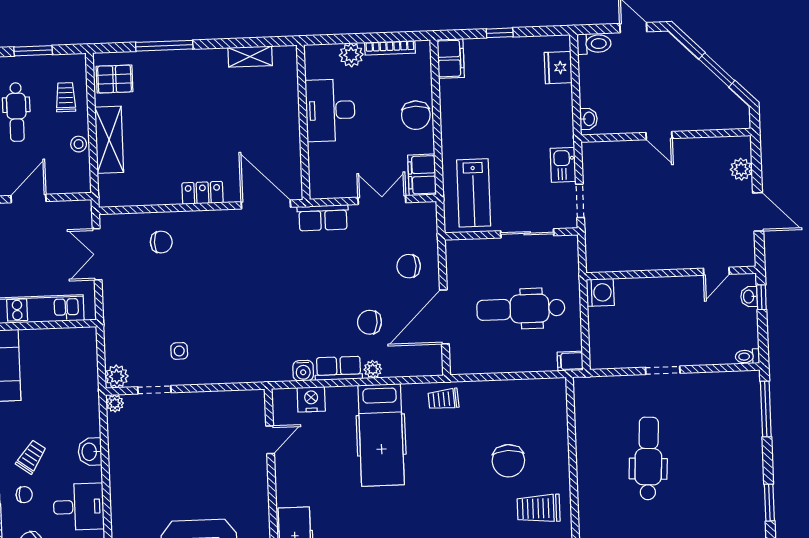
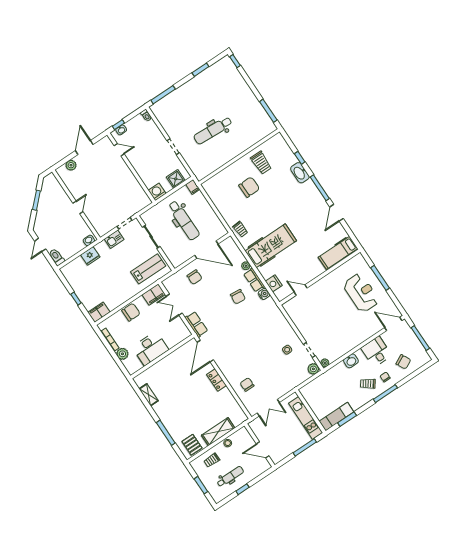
fridge: (558, 68) -> (90, 256), moved
chair: (369, 322) -> (238, 297), moved
shower: (603, 340) -> (176, 179), added

